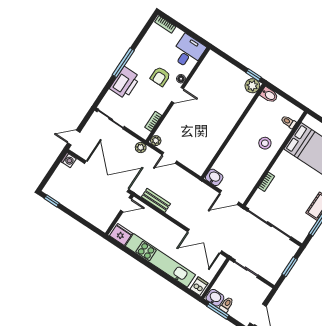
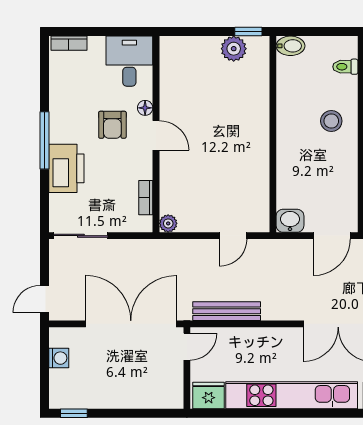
plant: (252, 86) -> (234, 49), moved
door: (178, 95) -> (156, 135), hinge flipped
plant: (141, 148) -> (153, 248), removed
door: (169, 158) -> (233, 236), moved
washing machine: (69, 160) -> (59, 358), moved
bench: (156, 200) -> (227, 311), width x1.36

